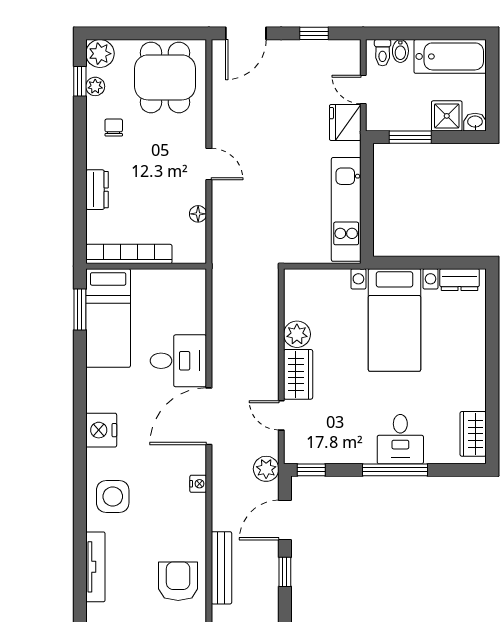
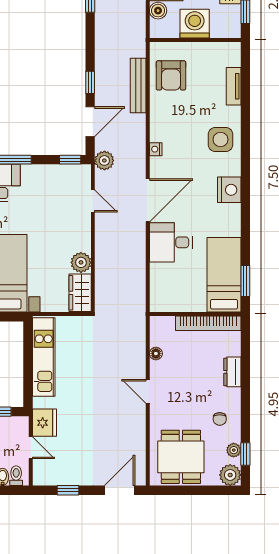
wardrobe: (298, 374) -> (80, 293), moved
tv unit: (95, 567) -> (234, 86), width x0.71

